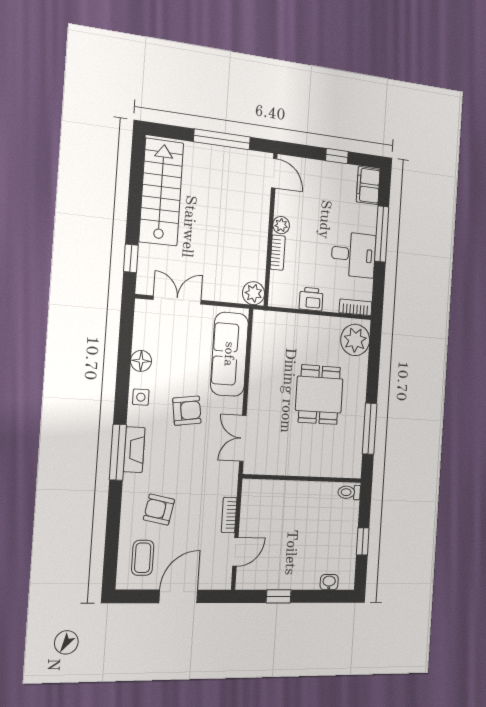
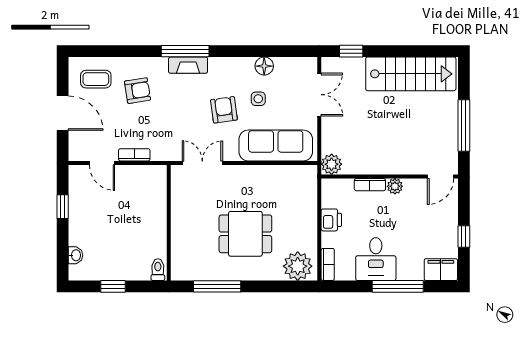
side table: (141, 397) -> (258, 99), moved
armchair: (187, 411) -> (224, 110), turned 180
armchair: (159, 510) -> (137, 91), turned 70

